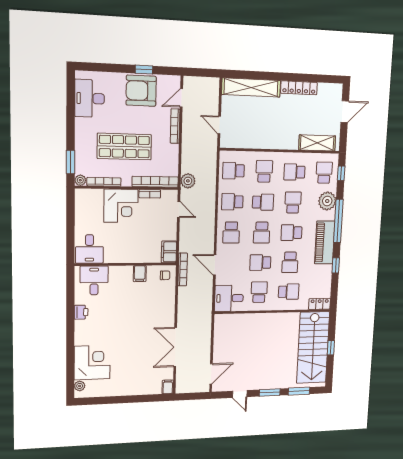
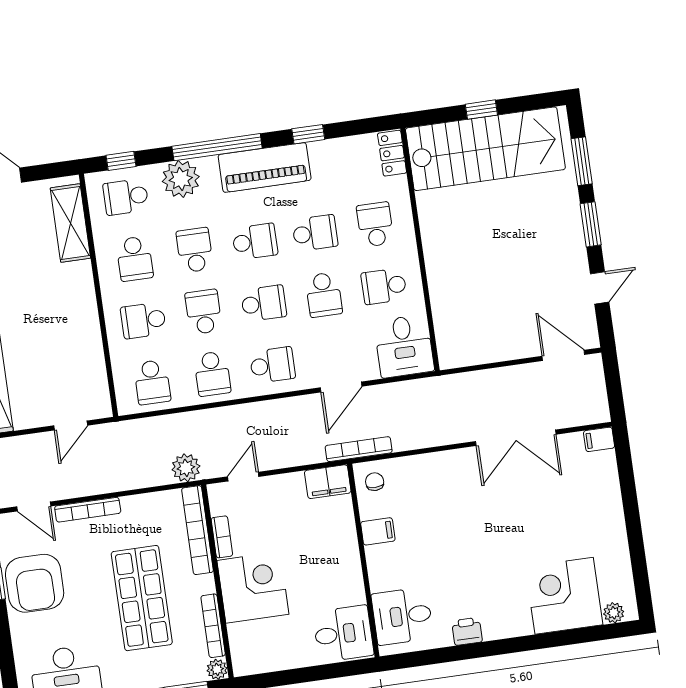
school desk: (293, 203) -> (195, 250), turned 90
school desk: (291, 233) -> (255, 242), turned -90

